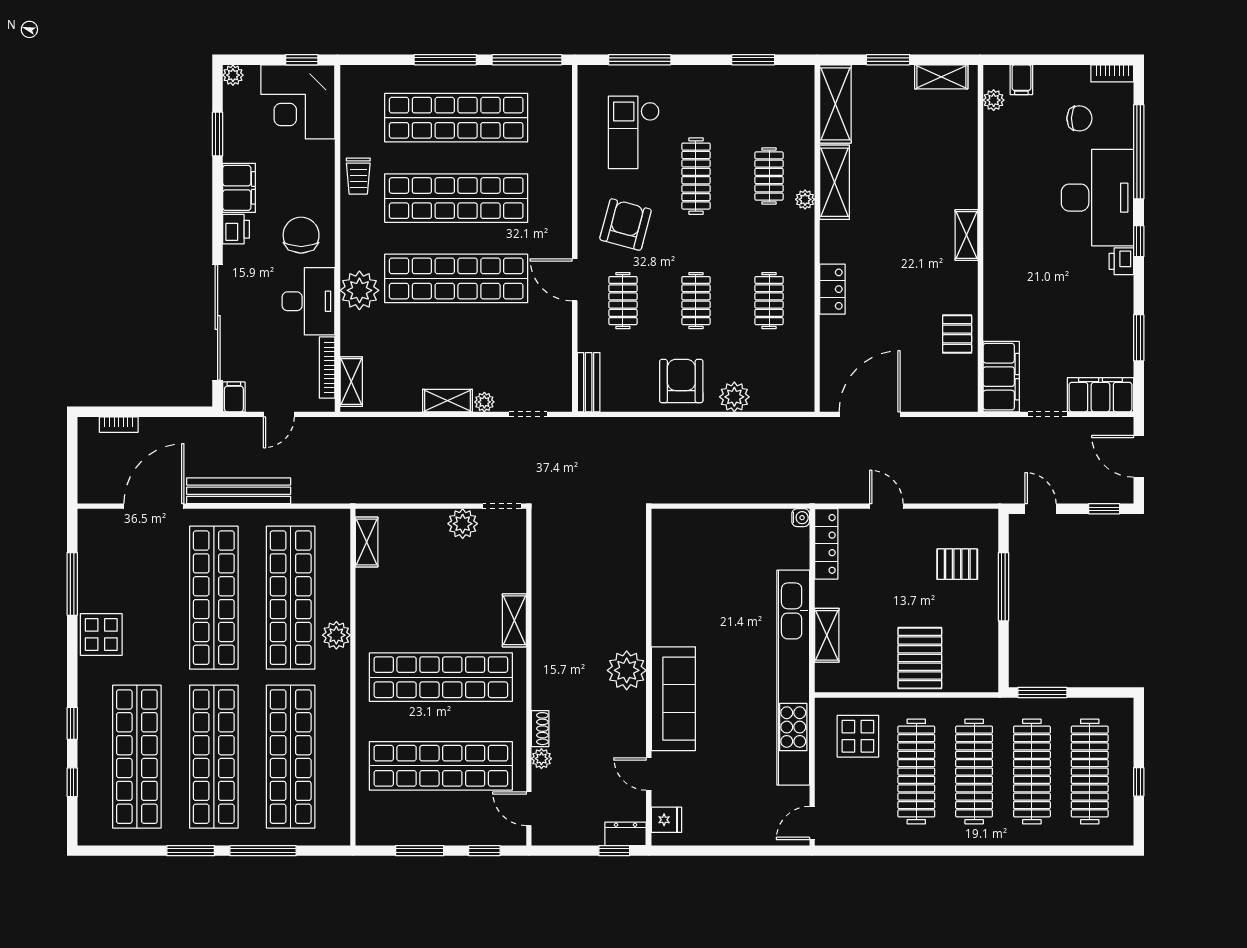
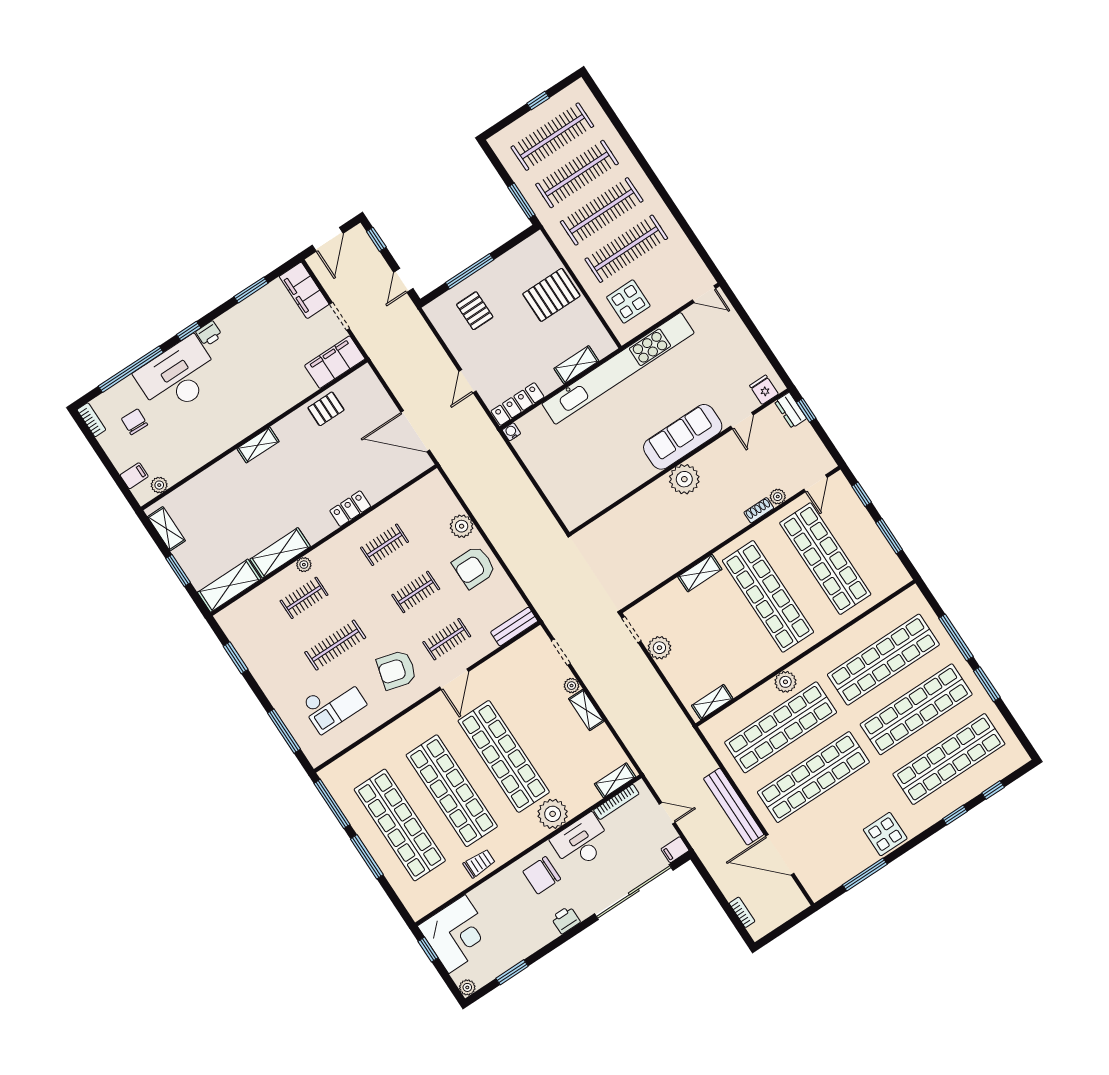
filing cabinet: (239, 188) -> (538, 935), removed

